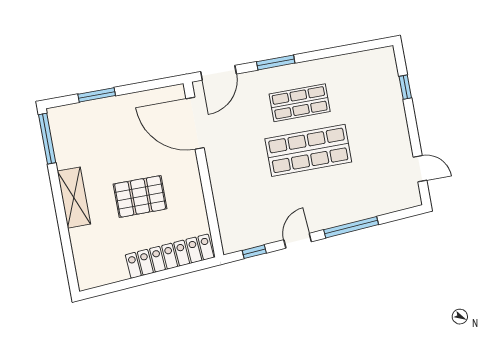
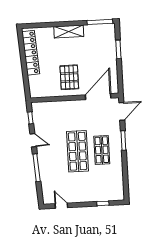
door: (218, 73) -> (122, 111), swing flipped
door: (420, 169) -> (61, 206), swing flipped
pallet: (140, 196) -> (69, 77), moved
locker: (170, 256) -> (31, 53), moved

